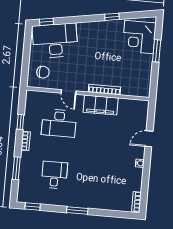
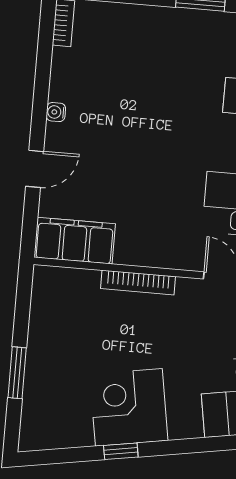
corner desk: (139, 37) -> (129, 407), moved, turned -99
filing cabinet: (101, 105) -> (75, 241), moved

